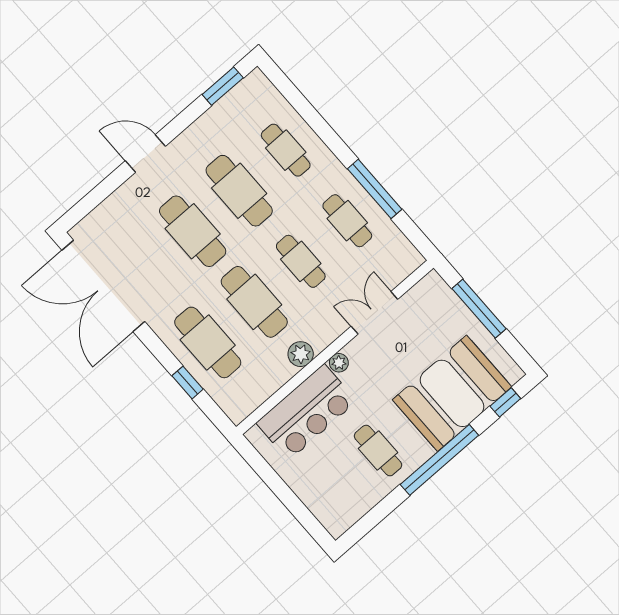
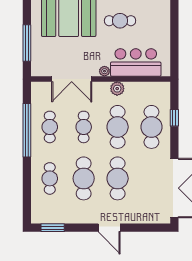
window: (375, 189) -> (27, 130), width x1.46
double door: (374, 313) -> (72, 79), width x1.37
cafe table: (378, 451) -> (120, 21), turned 90

